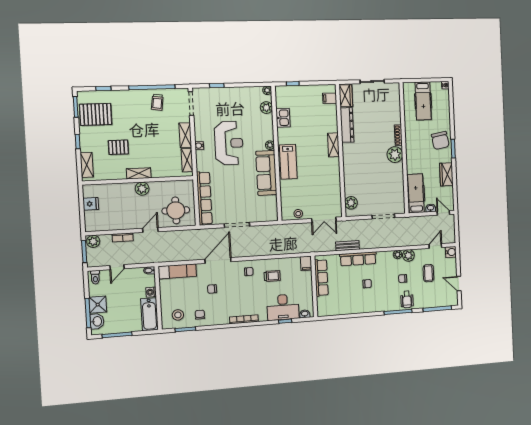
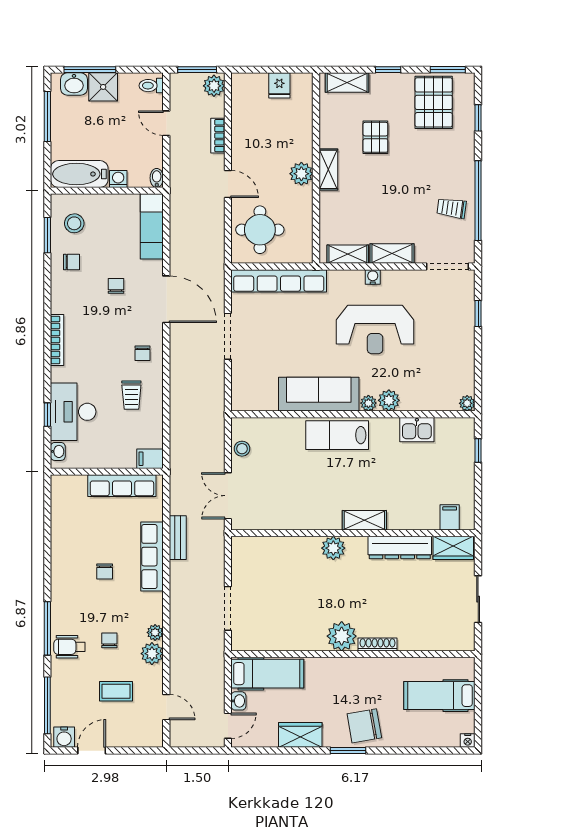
plant: (266, 108) -> (389, 400), moved
plant: (351, 203) -> (333, 548), moved
water cooler: (451, 252) -> (64, 737), moved

